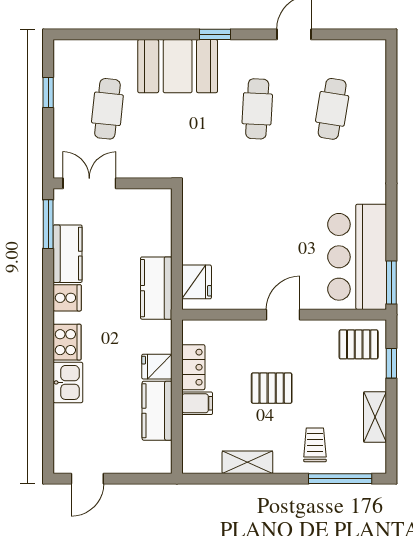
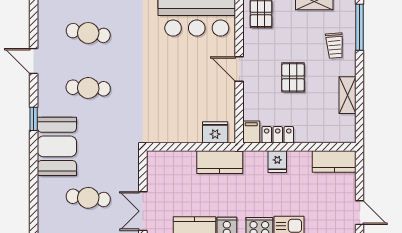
filing cabinet: (197, 403) -> (251, 132), moved
kitchen counter: (157, 411) -> (334, 161), moved
trolley: (315, 445) -> (335, 46), turned -95

